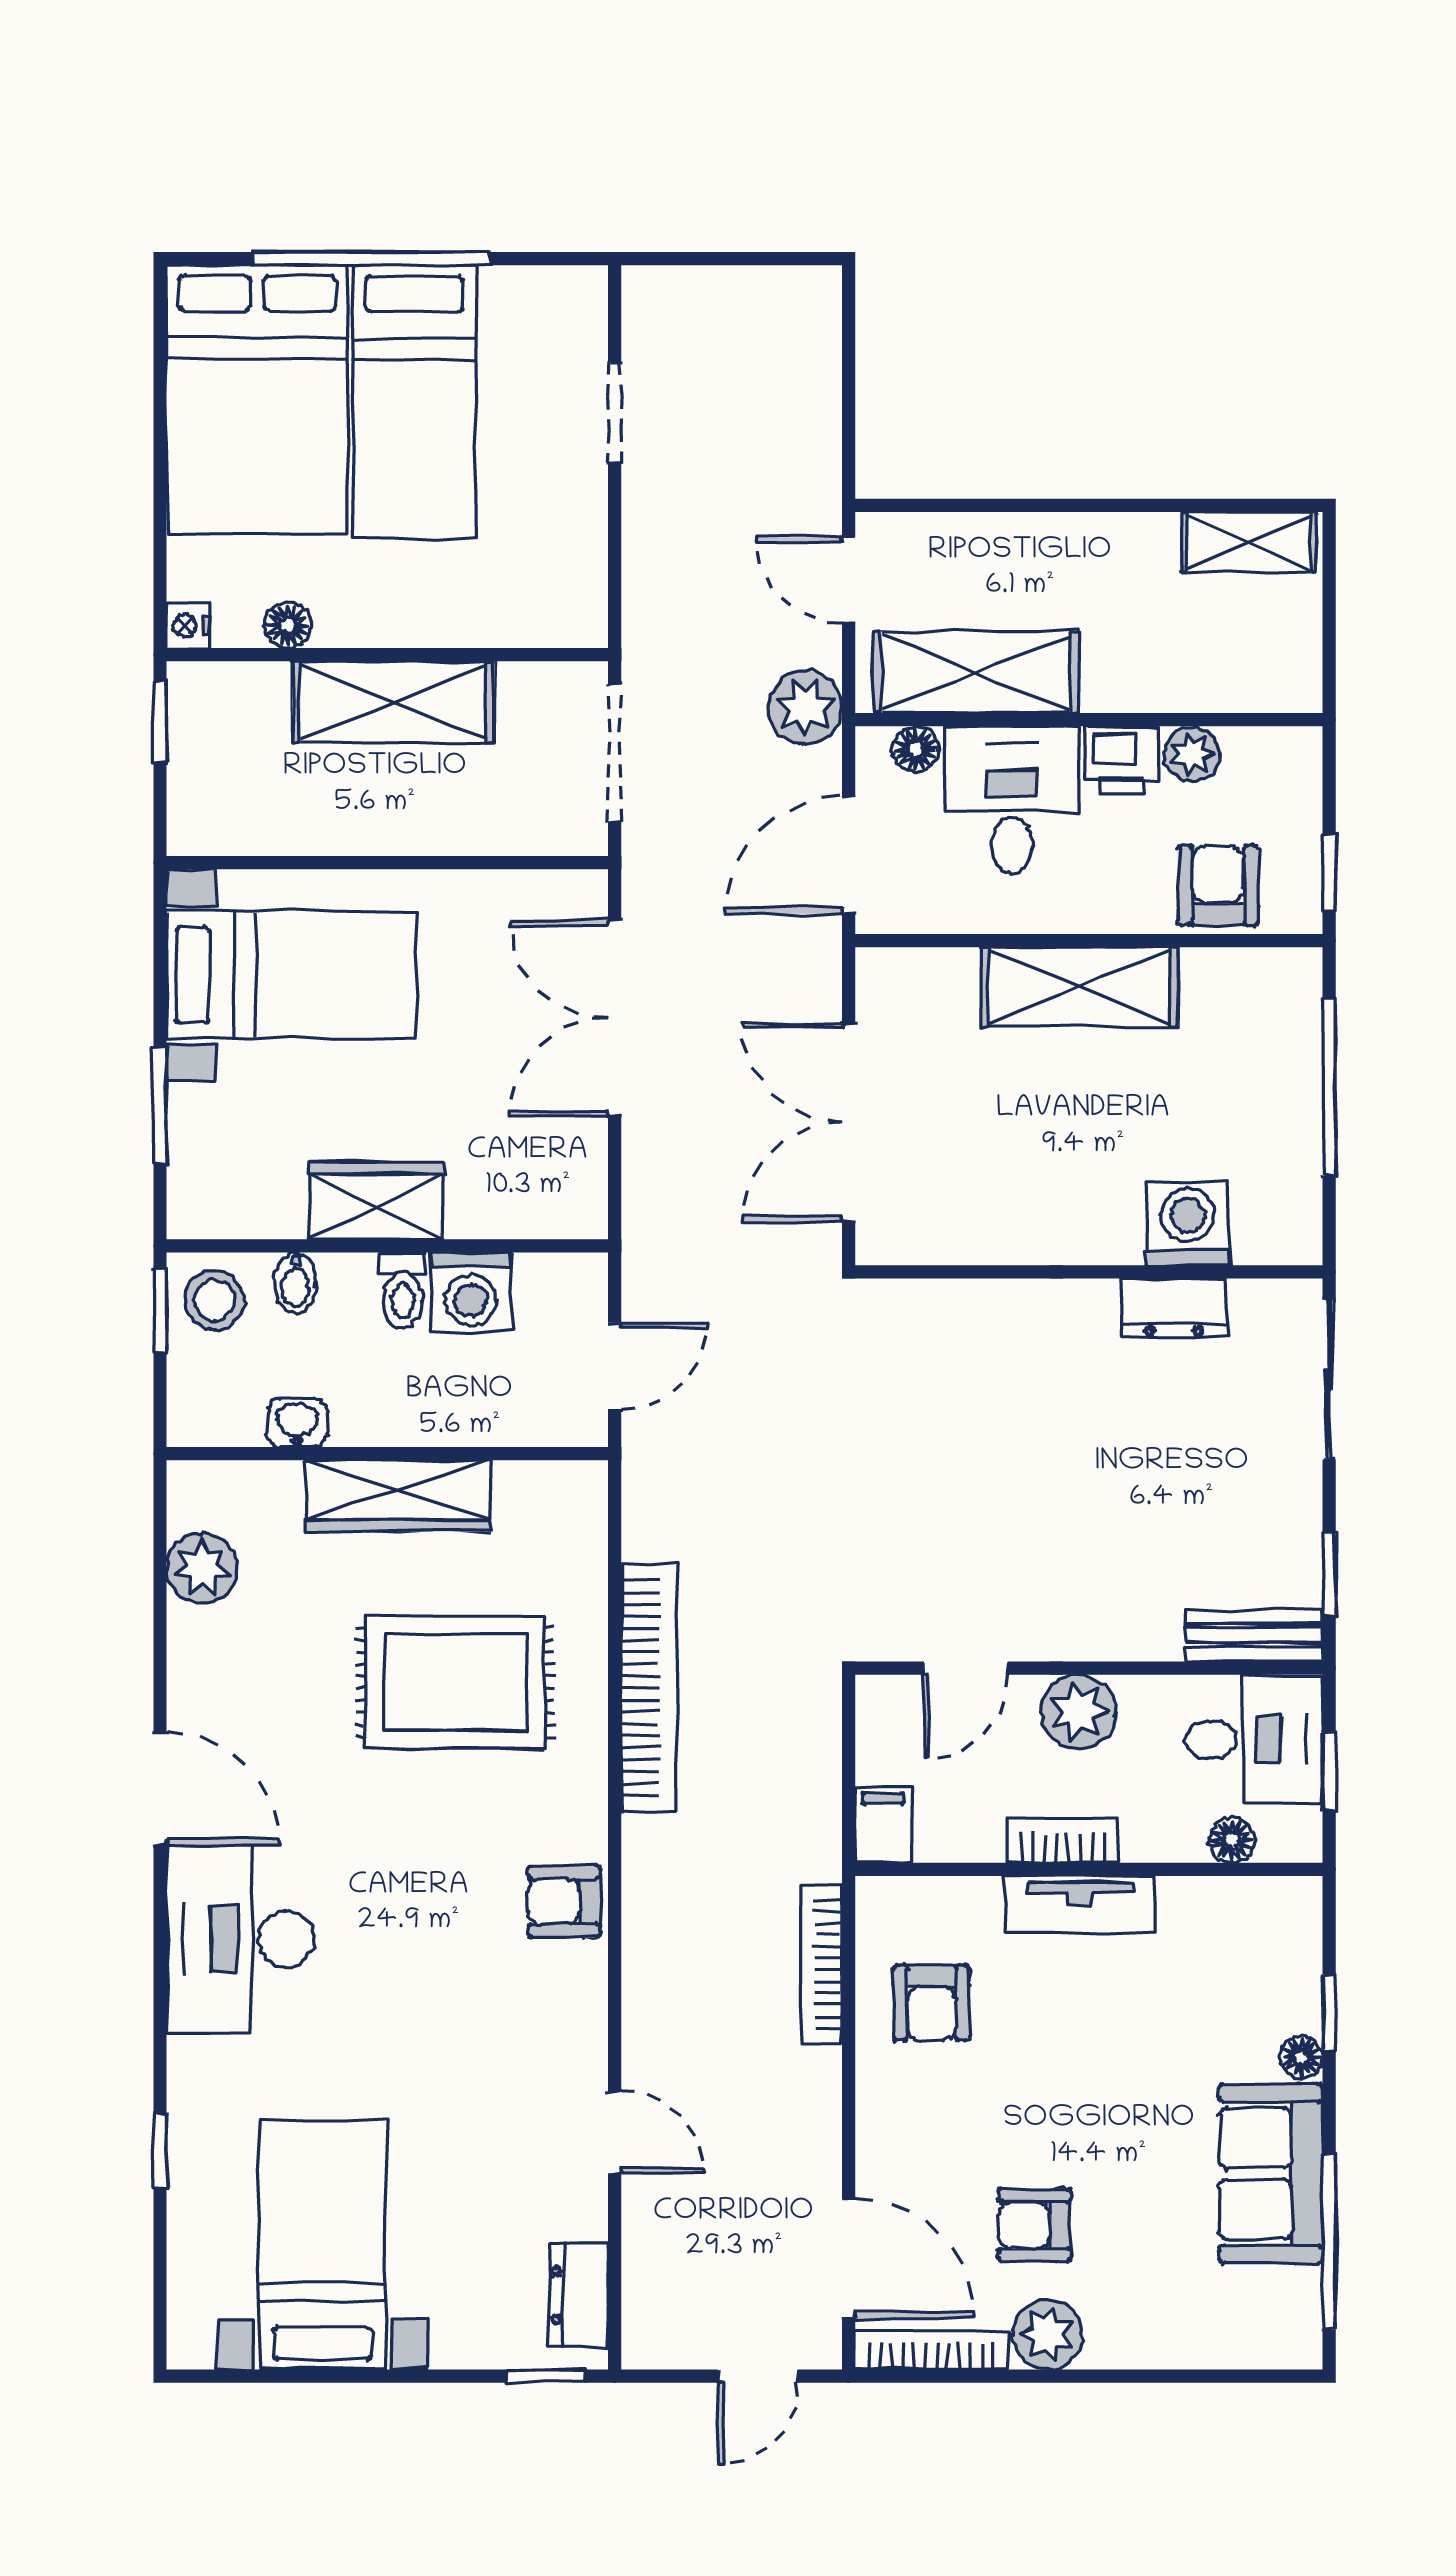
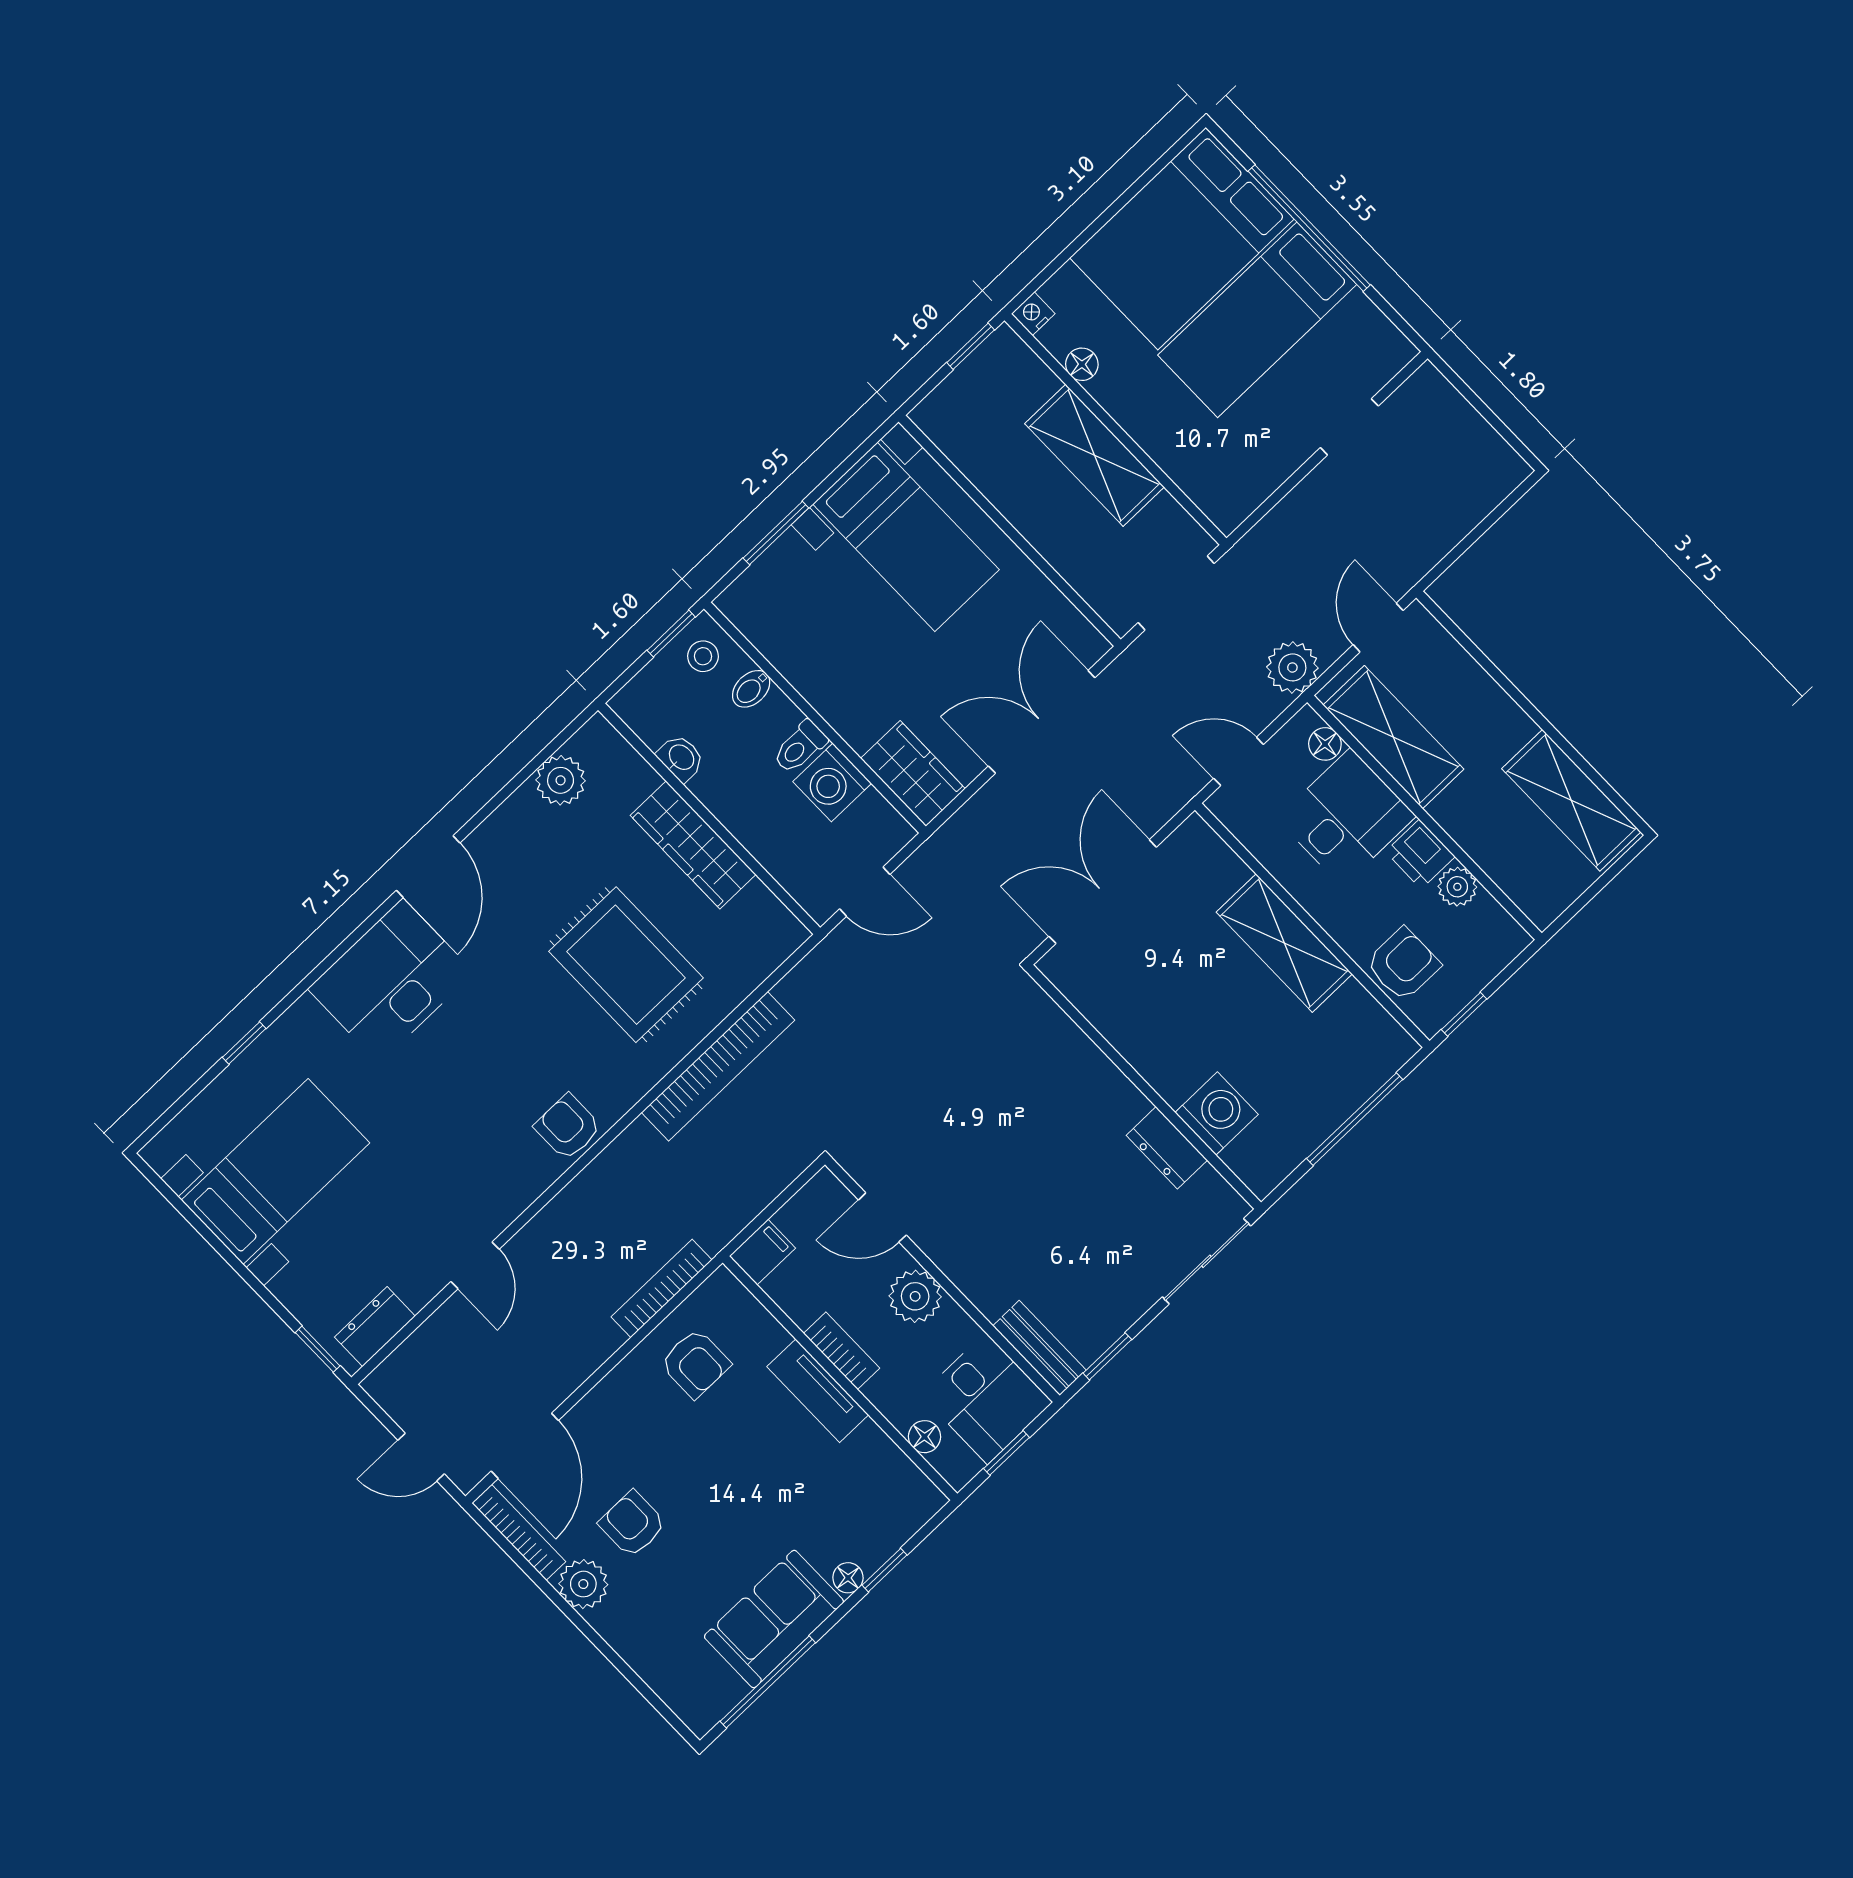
shelving: (1249, 542) -> (1571, 800), width x1.50, depth x1.33
door: (849, 855) -> (1239, 761), width x0.73
wardrobe: (376, 1200) -> (913, 774), moved
stool: (215, 1300) -> (703, 656), width x0.73, depth x0.73
armchair: (932, 2003) -> (695, 1363), turned -90

